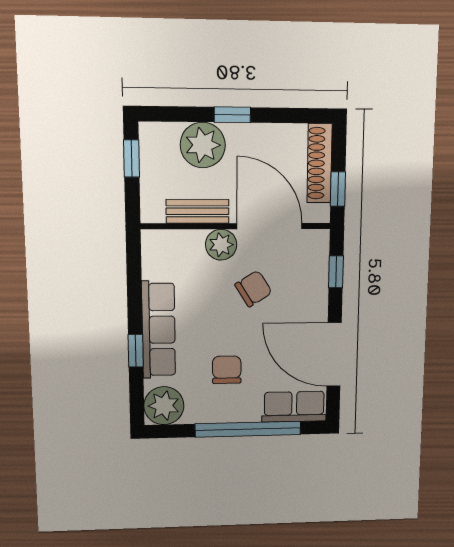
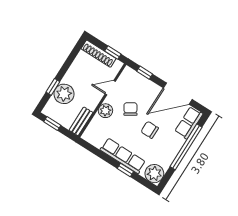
window: (232, 115) -> (53, 87), moved
bench: (198, 211) -> (81, 121), moved
door: (270, 226) -> (110, 88), width x0.53
chair: (227, 370) -> (150, 130), moved

